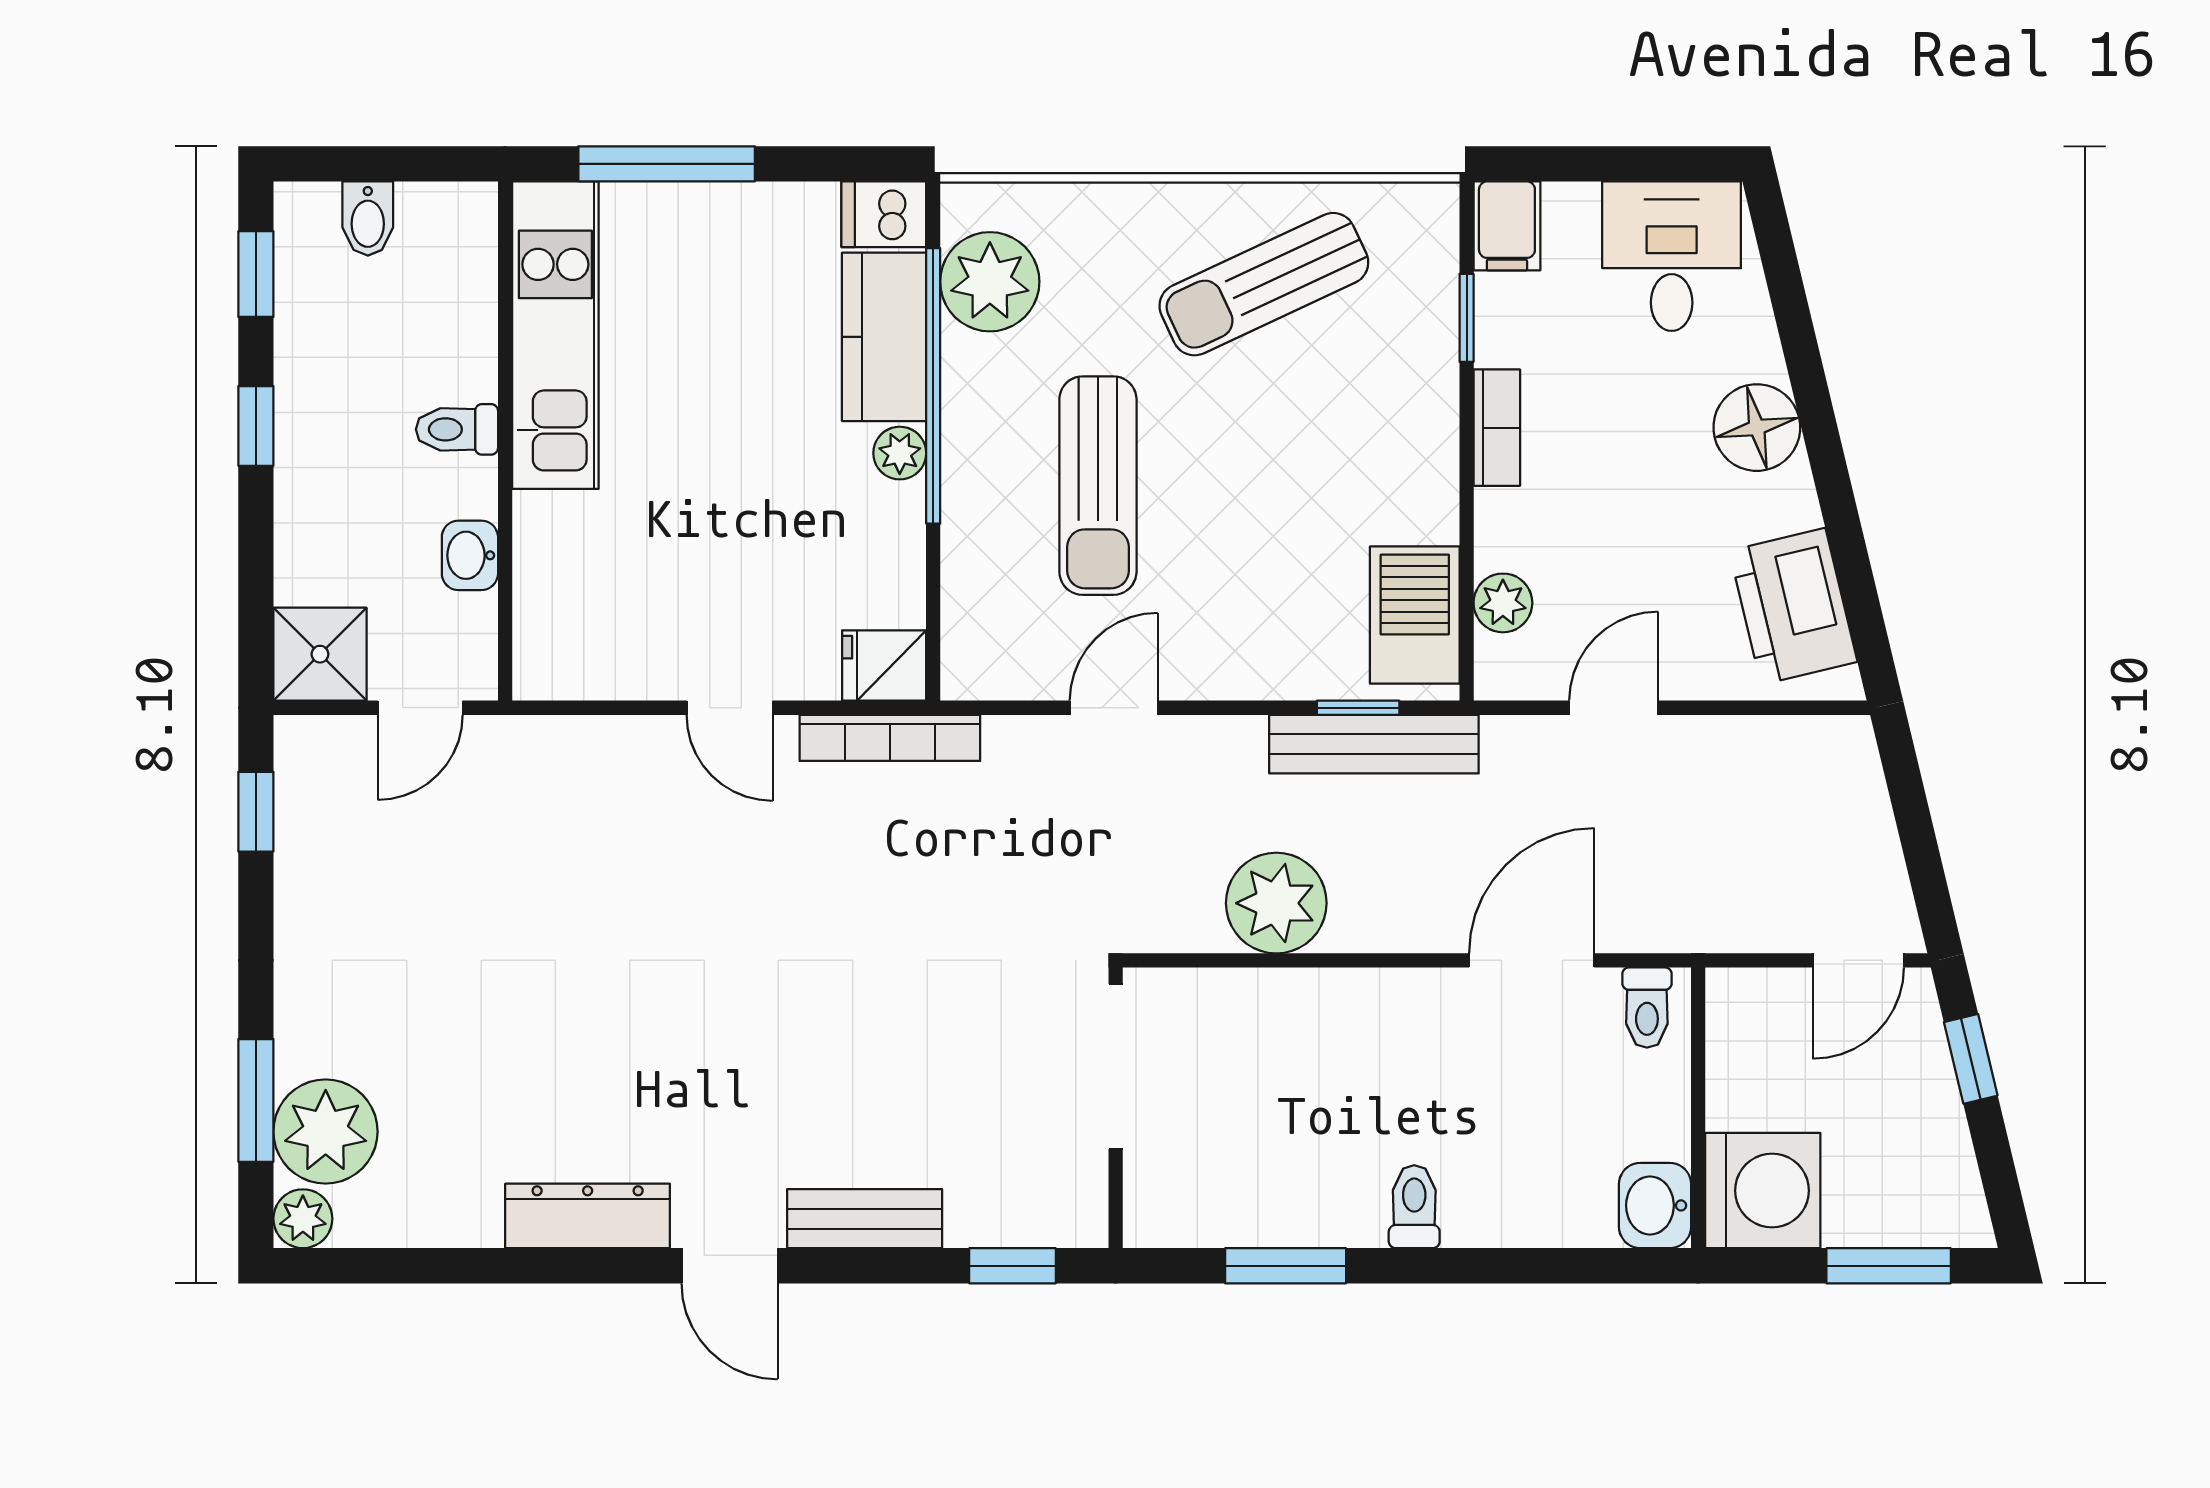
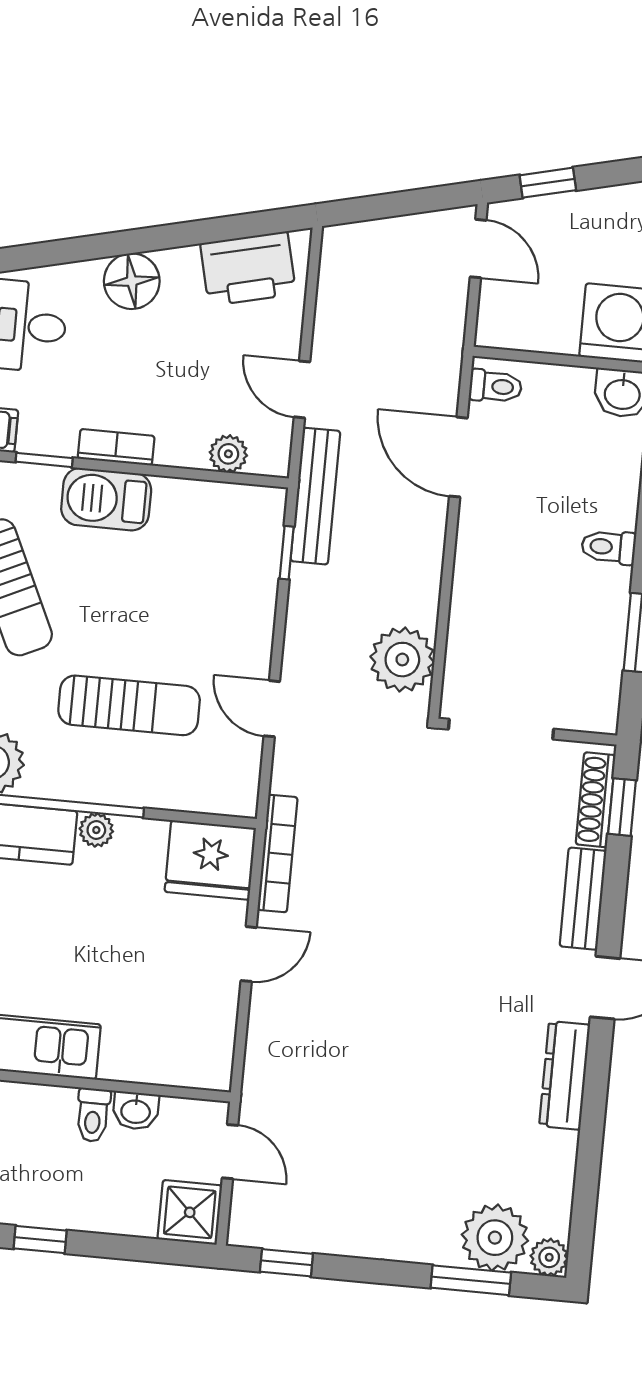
toilet: (457, 429) -> (93, 1115), moved
barbecue: (1415, 615) -> (106, 499), moved
fridge: (884, 666) -> (210, 860), width x1.88, depth x1.34
bench: (1374, 744) -> (315, 496), moved
plant: (1276, 903) -> (402, 660), moved
shoe rack: (1020, 1224) -> (596, 800), added

